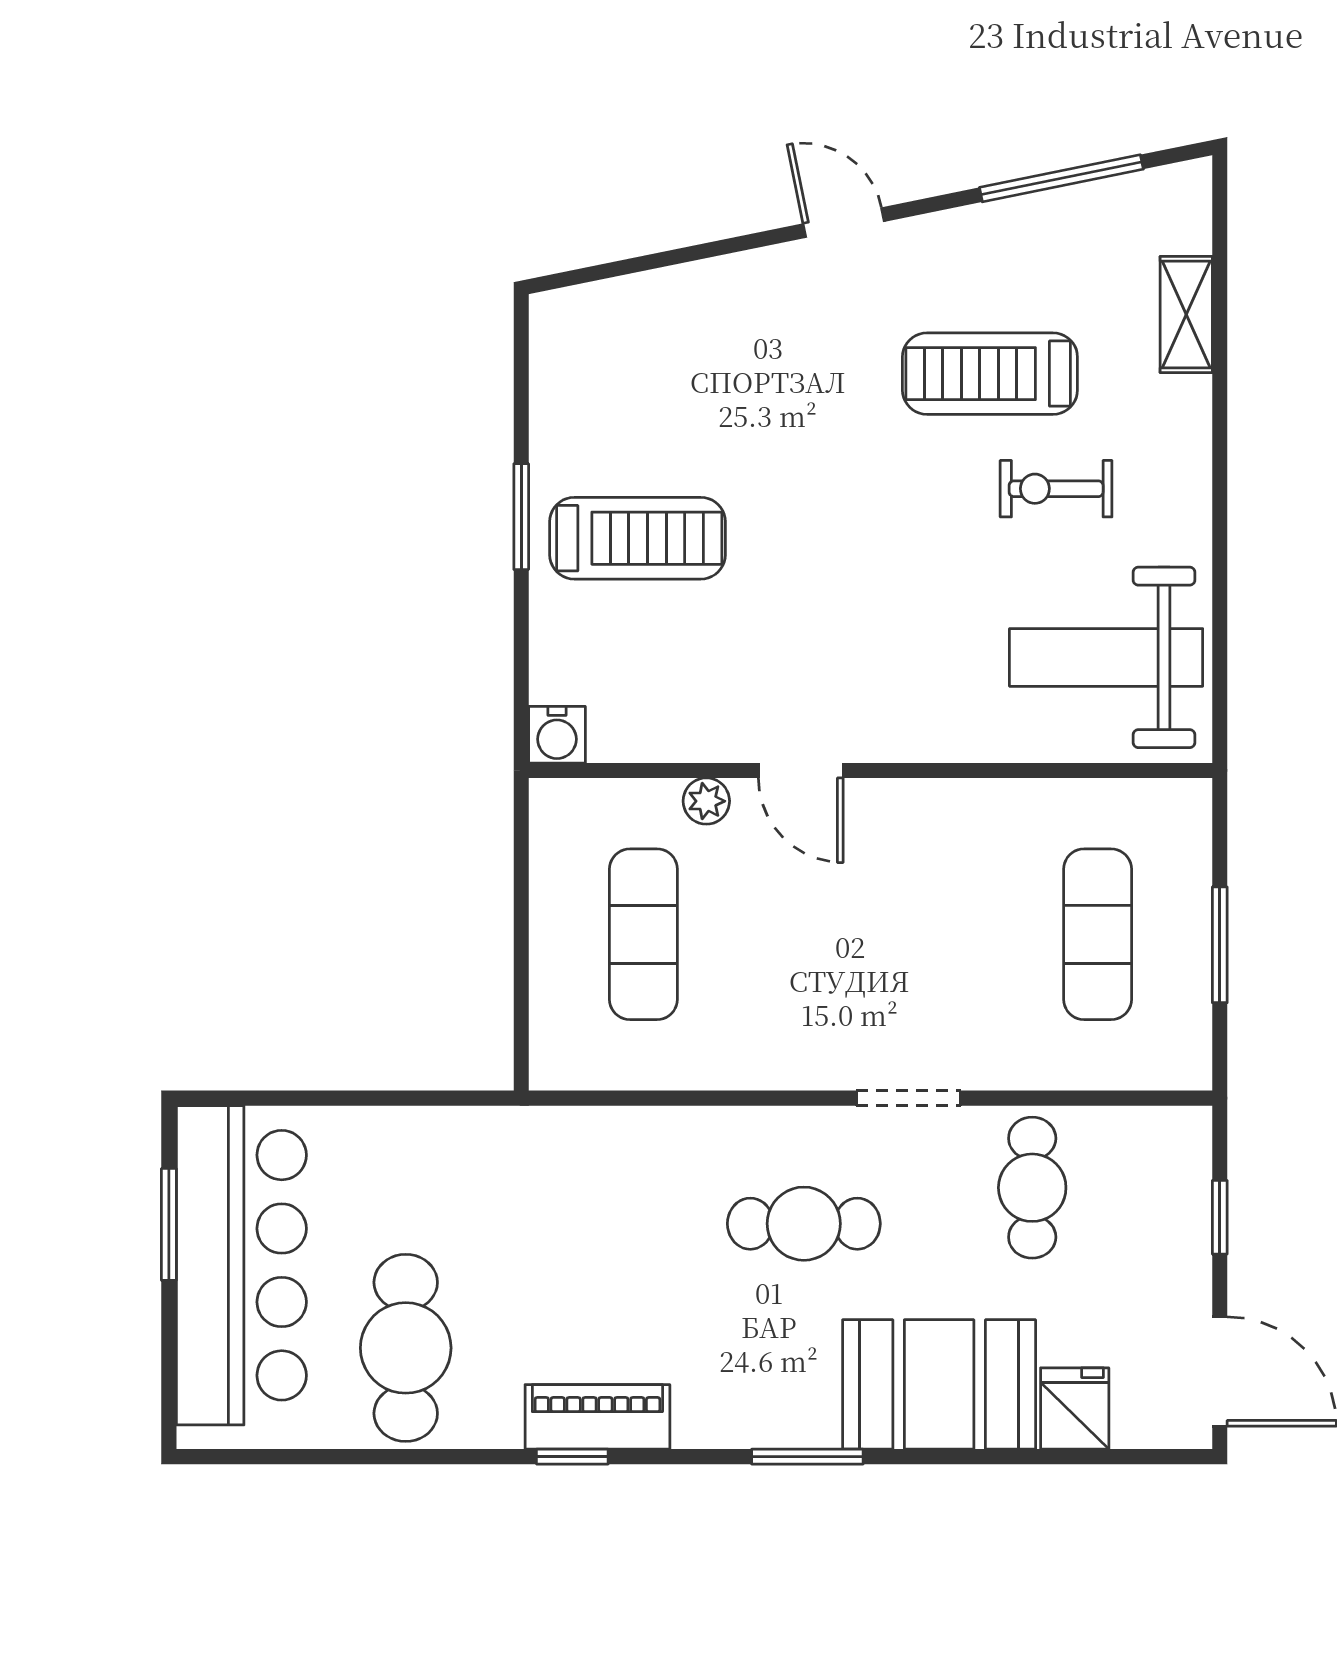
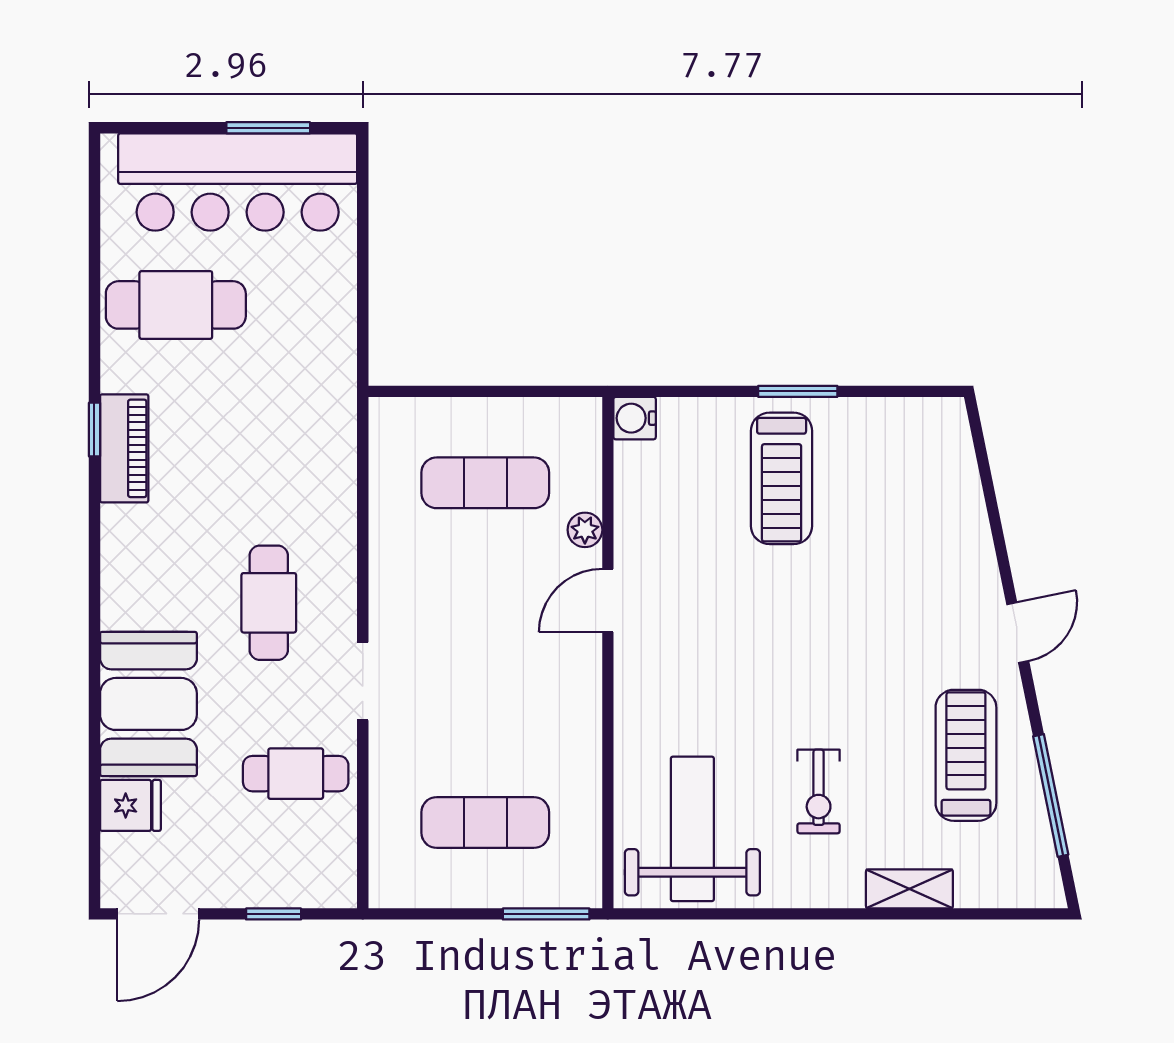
shelving: (1186, 315) -> (909, 889), moved
treadmill: (990, 374) -> (966, 755), moved
exercise bike: (1056, 489) -> (819, 792), turned 180
window: (1220, 945) -> (546, 914), moved
window: (807, 1457) -> (94, 605), removed

